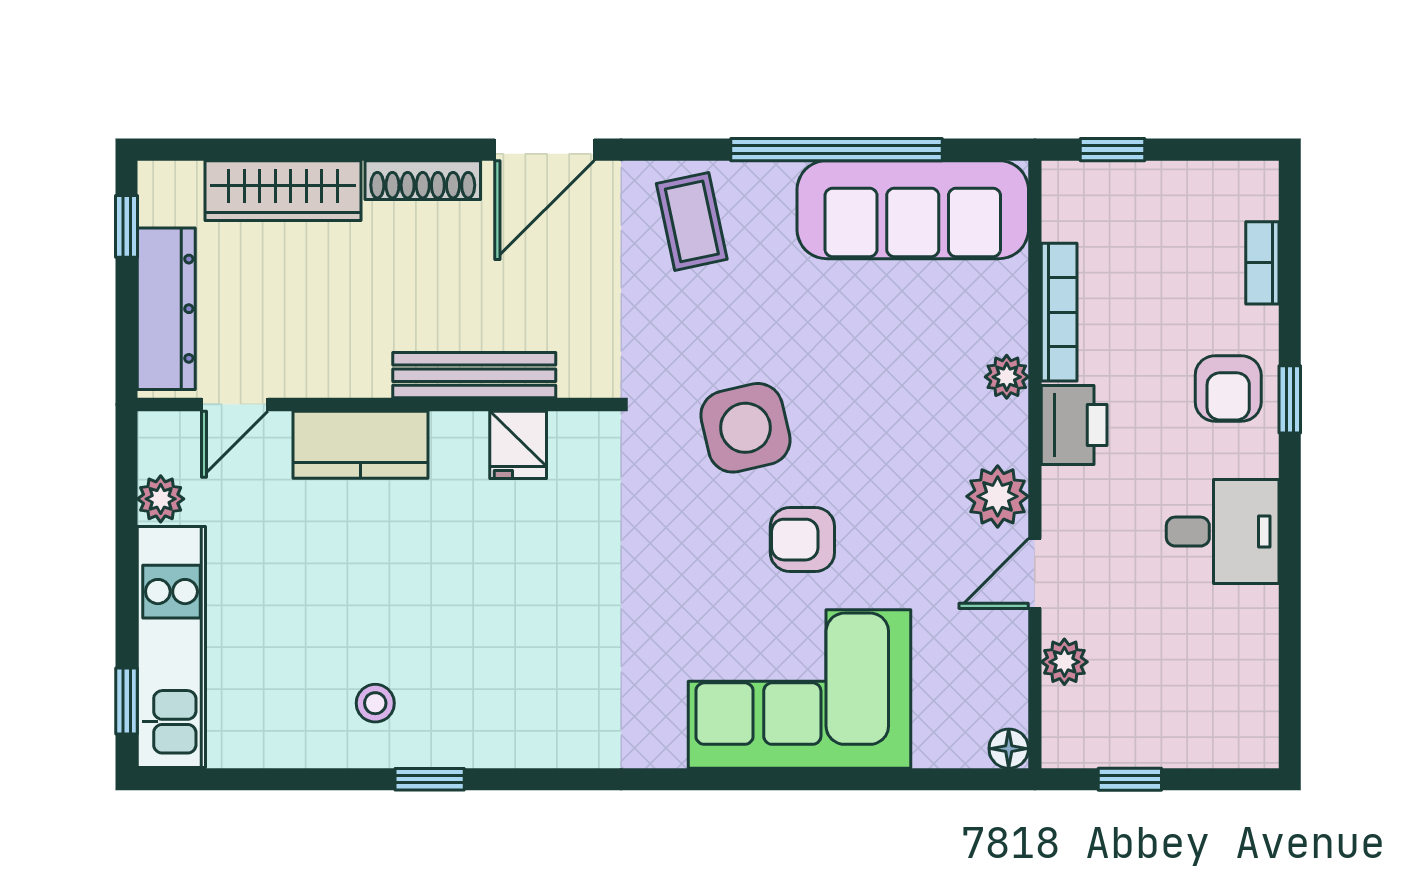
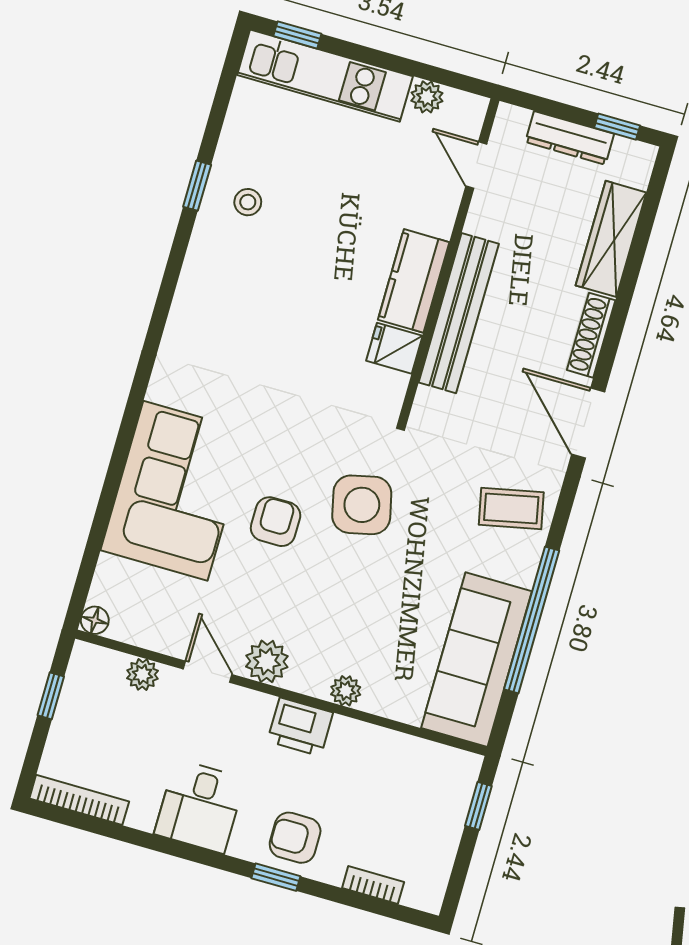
dresser: (166, 309) -> (570, 138), width x0.73, depth x0.80
bookcase: (1059, 312) -> (79, 800), moved, turned 180
bench: (474, 375) -> (459, 313), width x1.37, depth x1.21
kitchen counter: (360, 445) -> (414, 281), moved
window: (430, 779) -> (197, 186), moved

